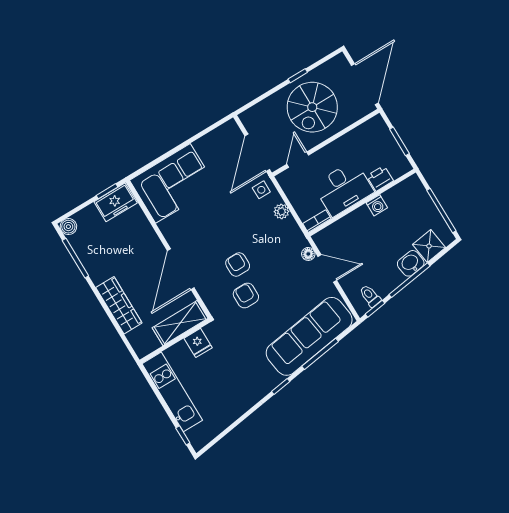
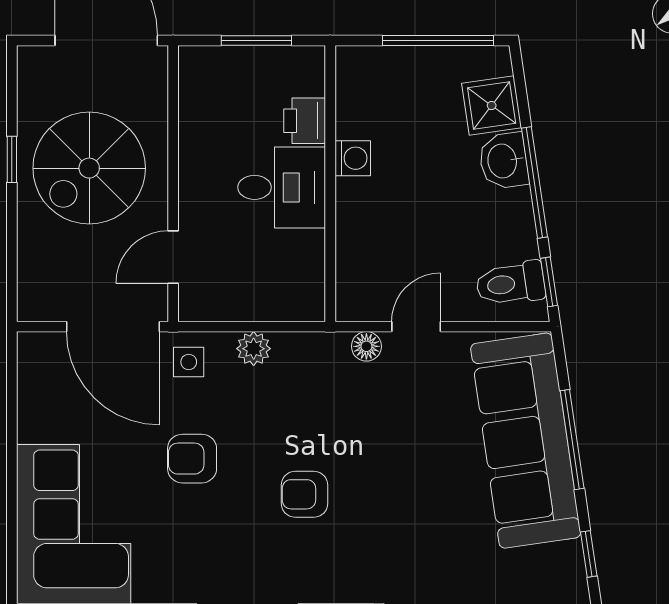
spiral stairs: (312, 107) -> (89, 168), turned 90
door: (298, 160) -> (173, 257), hinge flipped
desk: (344, 188) -> (282, 187), width x0.73
bookcase: (317, 221) -> (313, 292), removed
door: (327, 268) -> (416, 327), width x0.73
armchair: (246, 296) -> (192, 459), moved
toilet: (370, 296) -> (510, 283), width x1.37, depth x1.39

